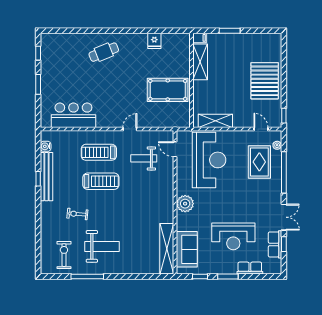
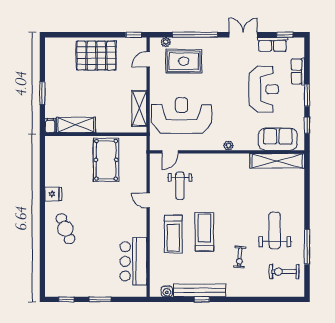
fridge: (154, 41) -> (53, 194), moved
plant: (185, 204) -> (229, 145), width x0.53, depth x0.53
window: (284, 244) -> (285, 35), moved

